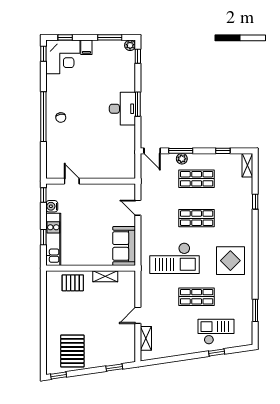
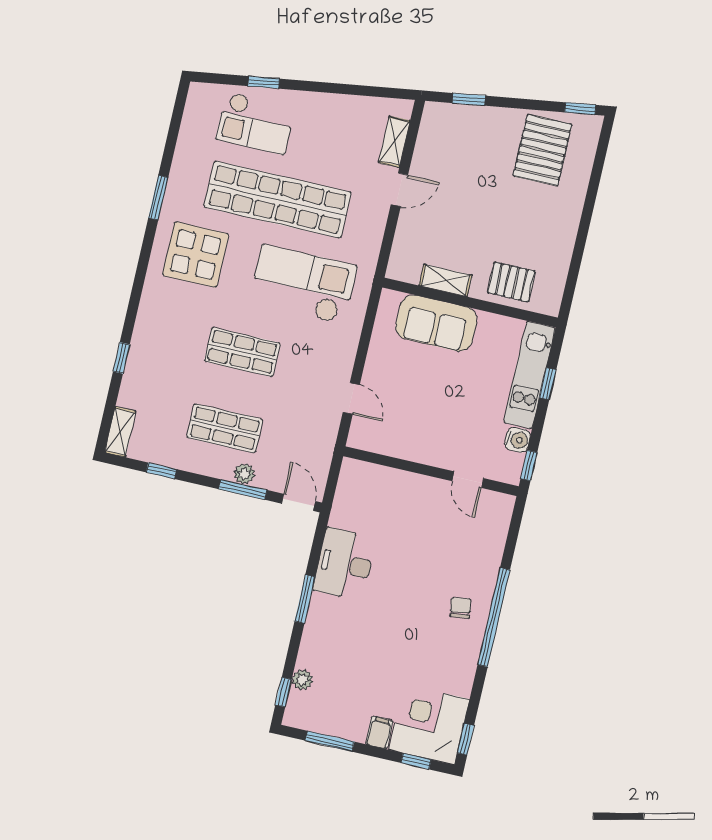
plant: (130, 45) -> (302, 680), moved
desk: (122, 109) -> (345, 564), moved
sofa: (124, 246) -> (436, 323), moved, turned 90
shop shelf: (197, 297) -> (277, 200), width x2.00, depth x1.36
window: (255, 310) -> (158, 198), moved

